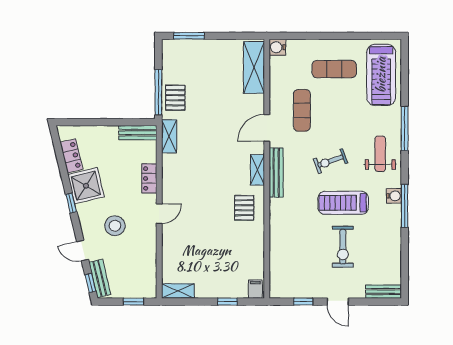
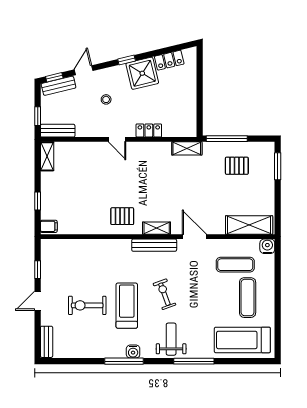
pallet: (175, 98) -> (237, 166), moved
exercise mat: (302, 110) -> (235, 265), moved
bench: (138, 133) -> (58, 131), moved, turned 90
weight bench: (380, 154) -> (171, 339), turned -90
stool: (115, 226) -> (106, 99), width x0.53, depth x0.53

